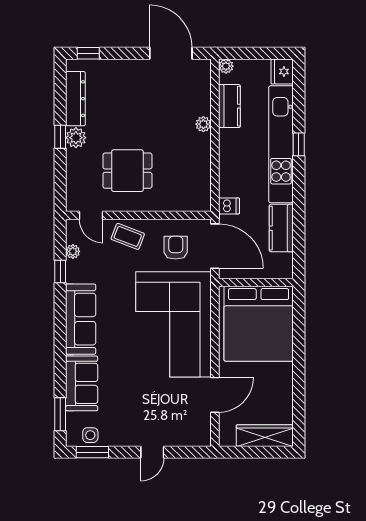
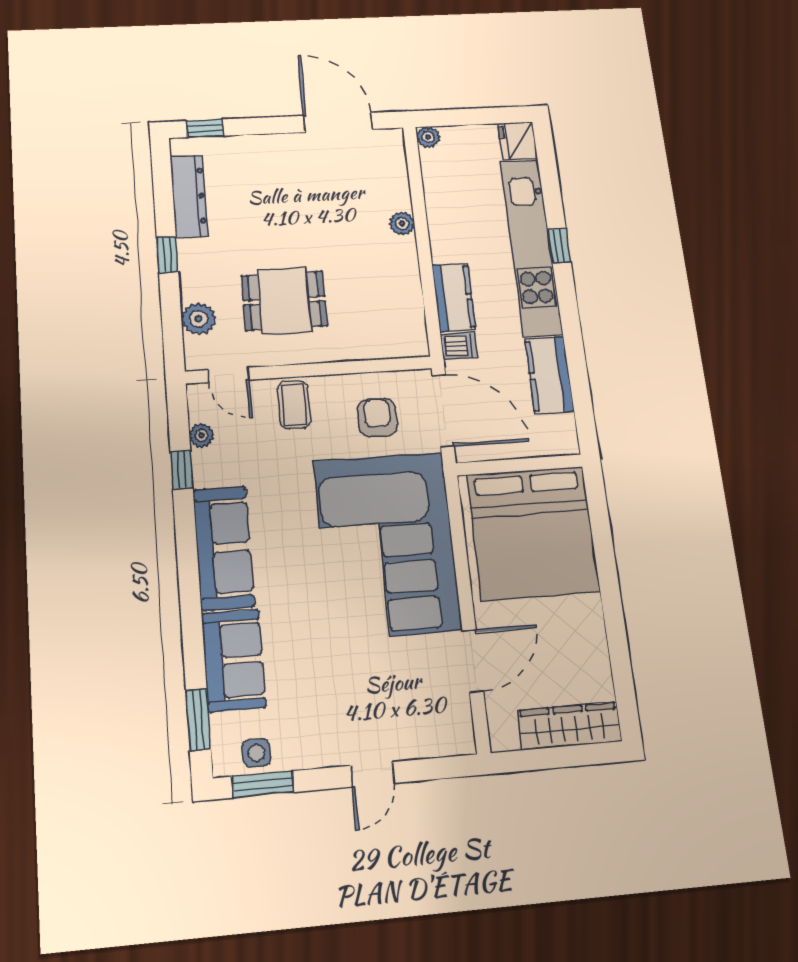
kitchen counter: (229, 106) -> (454, 298), moved
plant: (76, 138) -> (199, 319), moved
coffee table: (128, 236) -> (294, 405), turned 69

